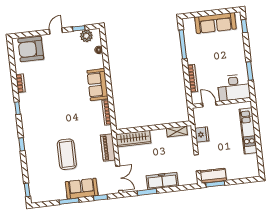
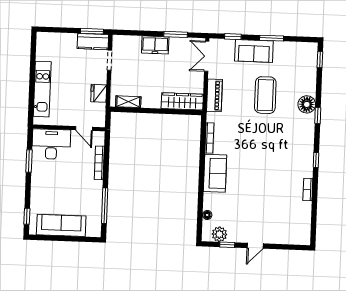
armchair: (31, 49) -> (289, 229), removed
floor lamp: (32, 152) -> (307, 104), added
freezer: (162, 181) -> (155, 45), width x0.71

